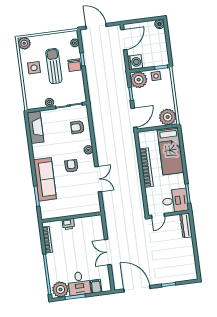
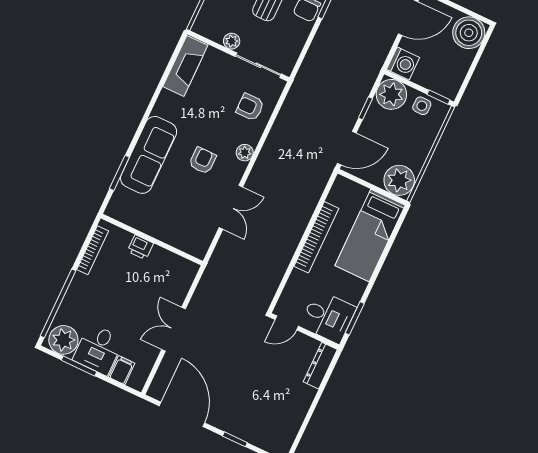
boiler: (160, 24) -> (469, 33), width x1.86, depth x1.86

